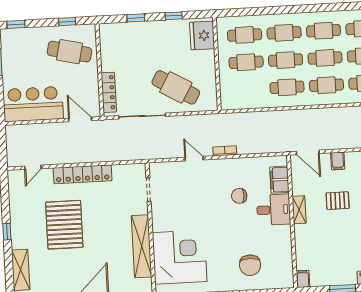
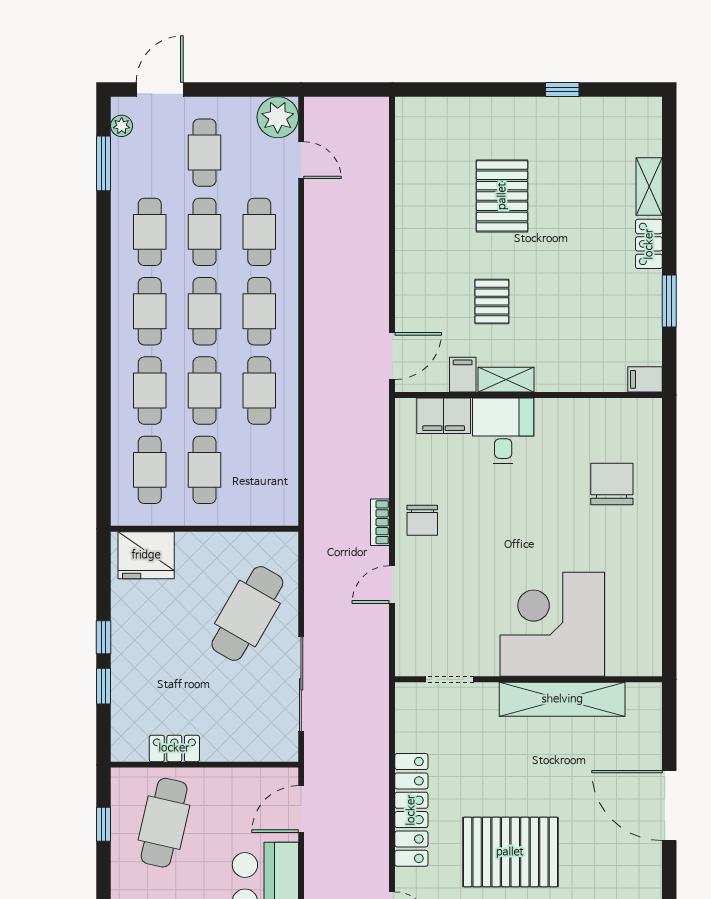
window: (174, 16) -> (104, 637), moved
locker: (109, 92) -> (174, 748), moved, width x0.66
filing cabinet: (338, 161) -> (463, 375), moved, turned -90
chair: (239, 196) -> (422, 520), moved
corner desk: (180, 257) -> (552, 624), moved
chair: (250, 265) -> (612, 484), turned -90

